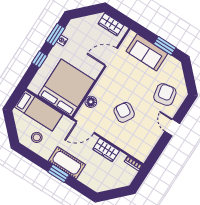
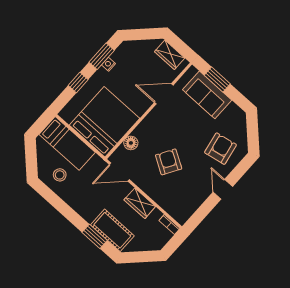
window: (165, 46) -> (217, 80), moved
cot: (67, 163) -> (112, 230), moved
window: (58, 173) -> (95, 236), moved

